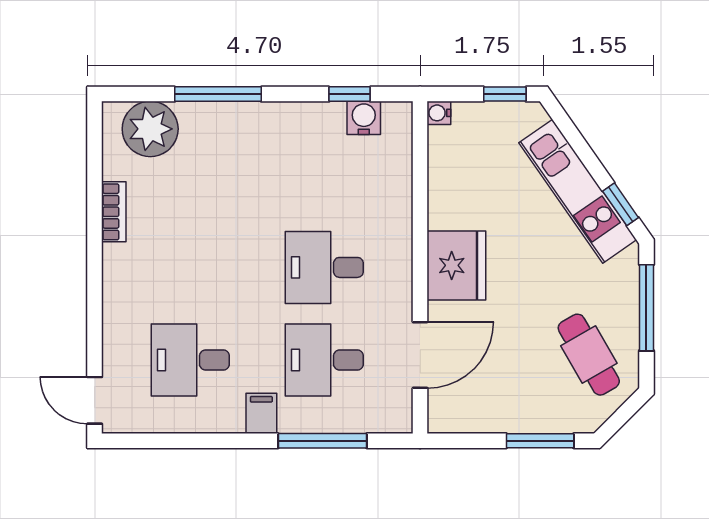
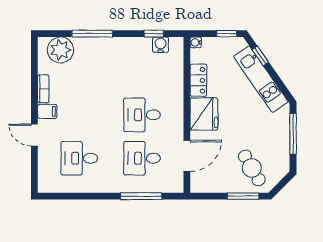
locker: (445, 193) -> (198, 80), added
window: (621, 204) -> (260, 56), moved
cafe table: (589, 355) -> (252, 168), moved
door: (95, 400) -> (34, 135), moved
filing cabinet: (261, 413) -> (47, 111), moved, turned 90

